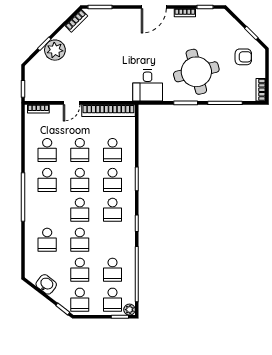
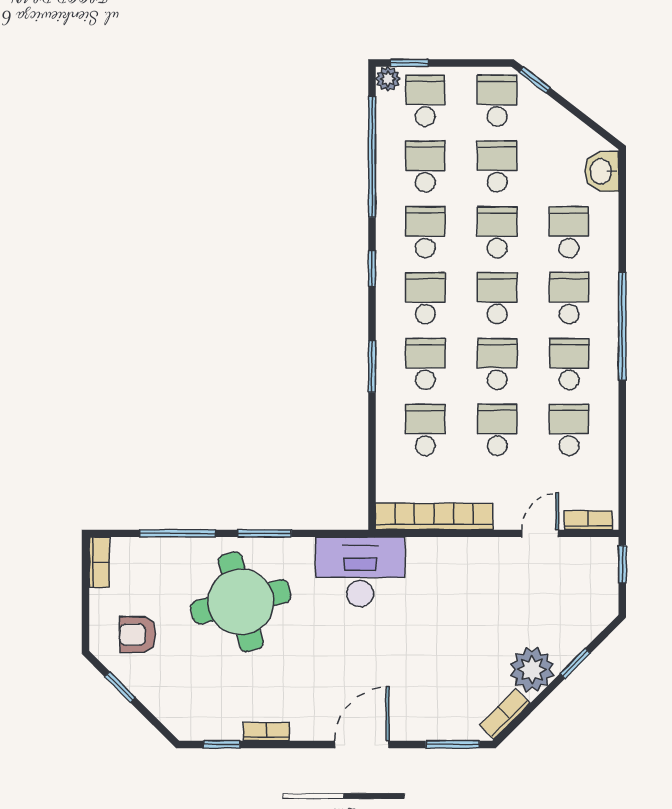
door: (154, 7) -> (362, 744), moved
plant: (55, 50) -> (532, 670), moved
desk: (148, 85) -> (360, 572), width x1.37
door: (72, 103) -> (540, 533), moved
school desk: (47, 210) -> (569, 298), added
school desk: (113, 240) -> (425, 232), added
washbasin: (46, 284) -> (602, 171), moved, turned 52

